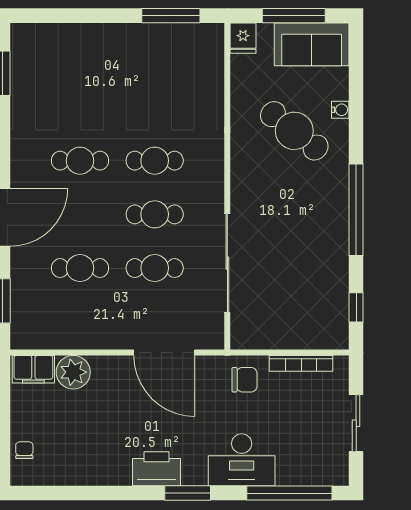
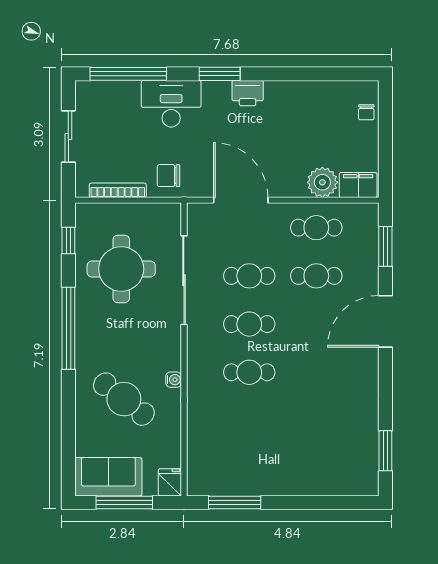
water cooler: (340, 110) -> (174, 380), moved, turned 180
cafe table: (80, 161) -> (316, 228), moved
round table: (297, 276) -> (121, 269), added
printer: (157, 469) -> (248, 93), width x0.73, depth x0.84

